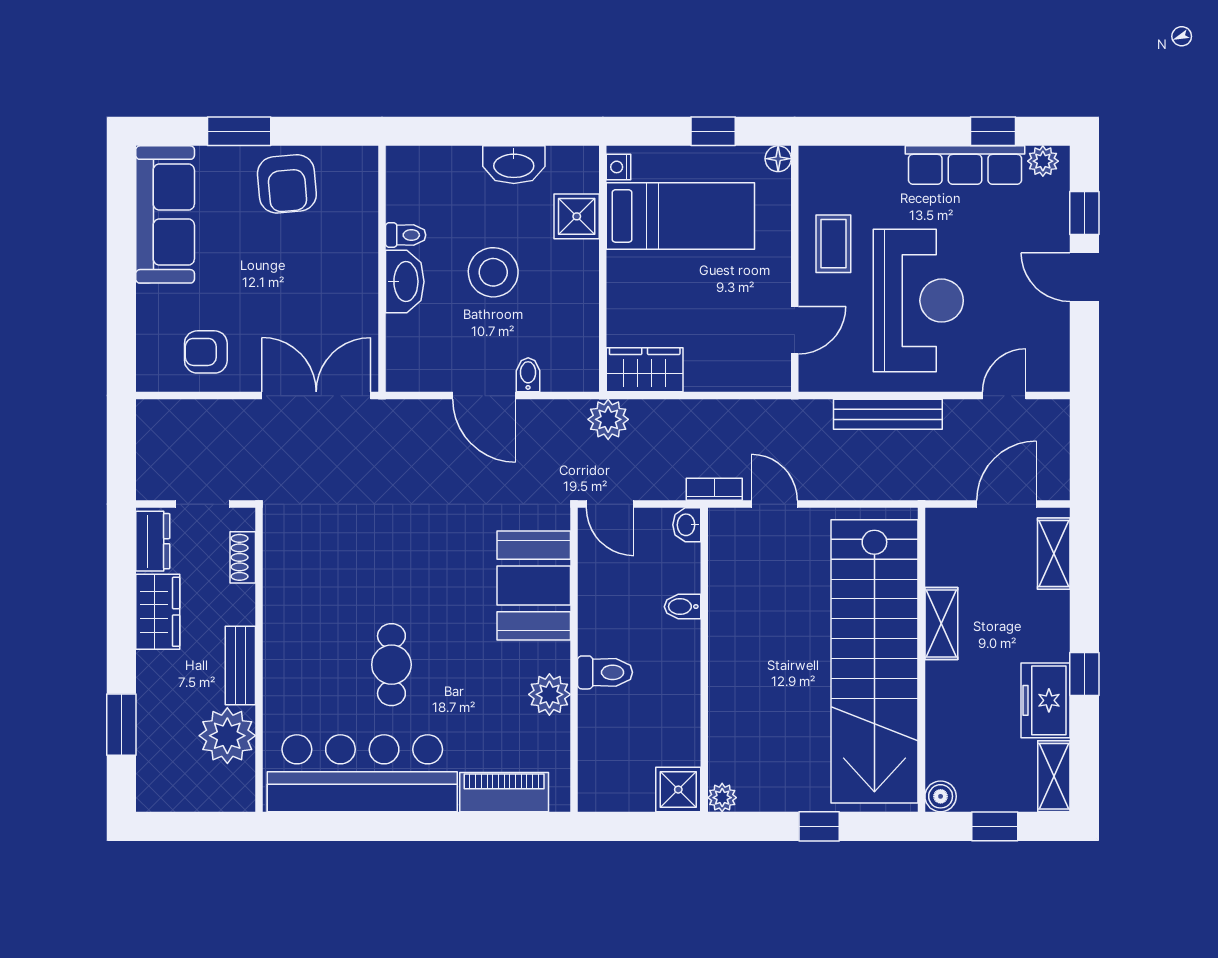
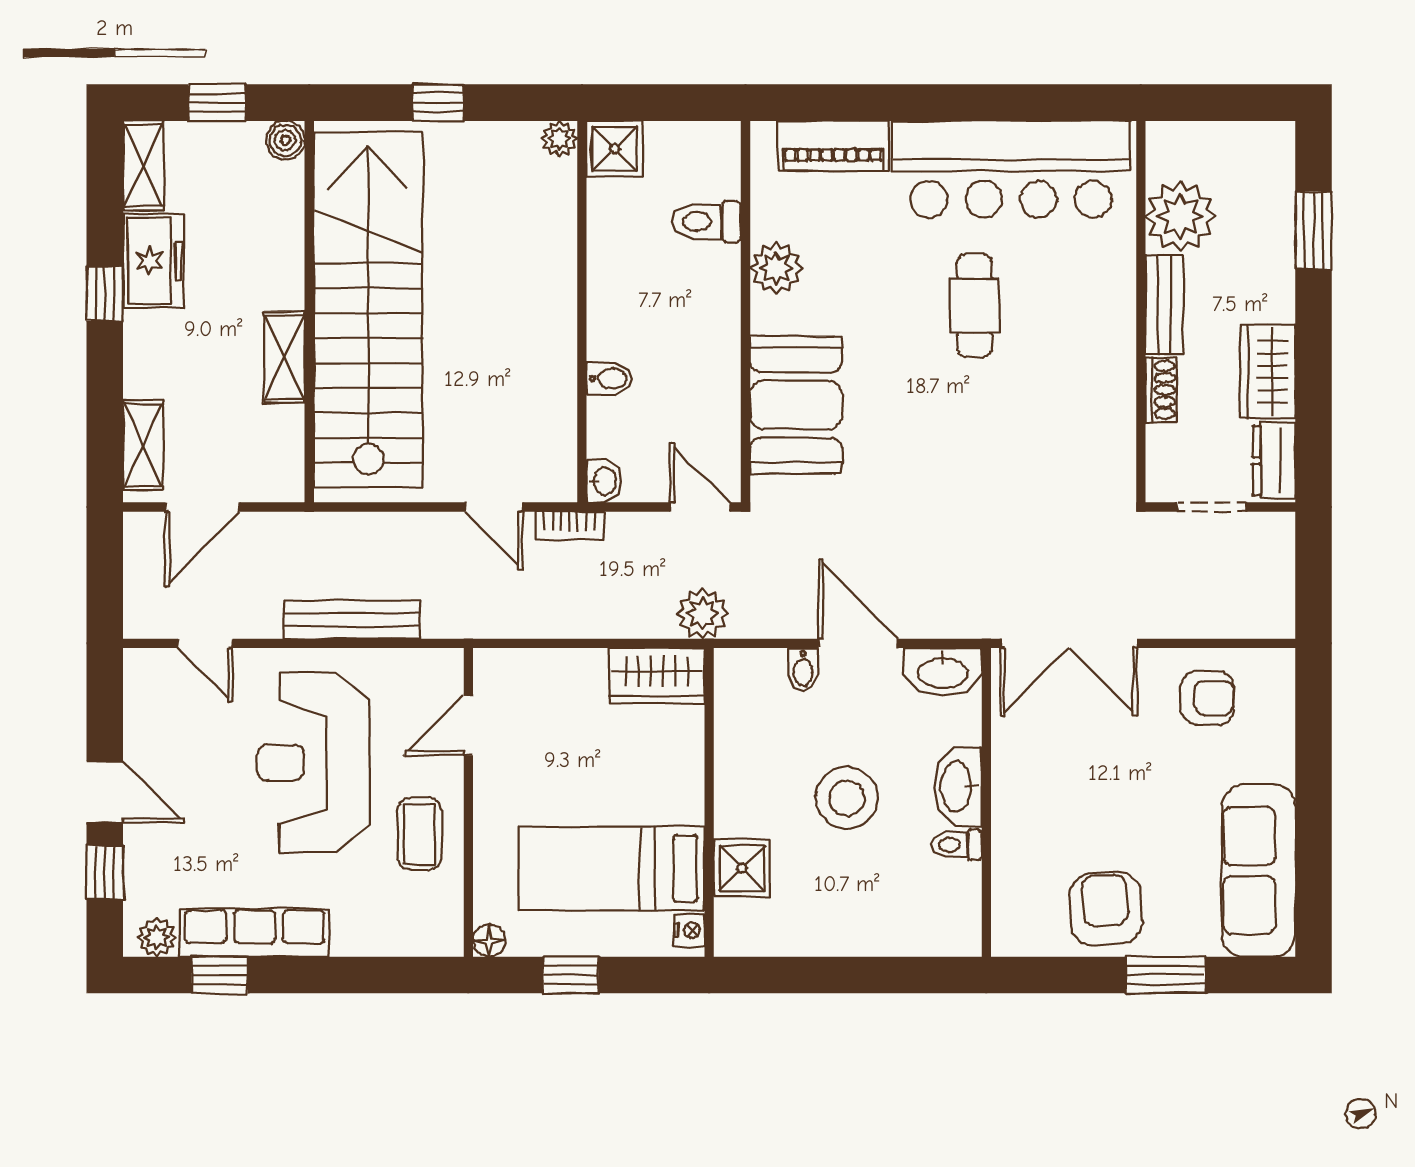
washbasin: (514, 165) -> (943, 672), moved, turned 180
door: (1004, 396) -> (205, 643), hinge flipped
shoe rack: (243, 557) -> (1161, 390), moved
toilet: (605, 672) -> (707, 222), moved

